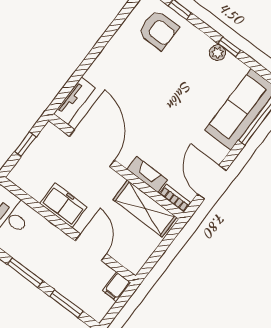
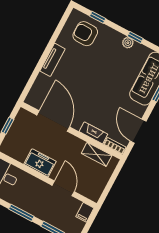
armchair: (158, 30) -> (85, 34), turned 180
tv unit: (74, 101) -> (52, 60), moved
shelving: (145, 209) -> (97, 154), width x0.67, depth x0.75

